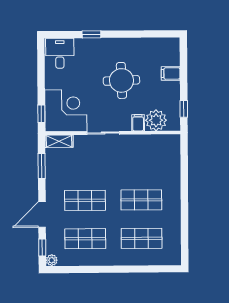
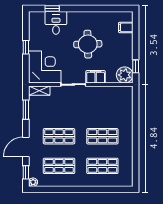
window: (91, 34) -> (52, 8), moved
desk: (60, 53) -> (56, 23), moved
filing cabinet: (171, 73) -> (126, 27), moved
window: (41, 114) -> (26, 47), moved
plant: (156, 120) -> (125, 75), moved
filing cabinet: (138, 123) -> (96, 77), width x2.00

